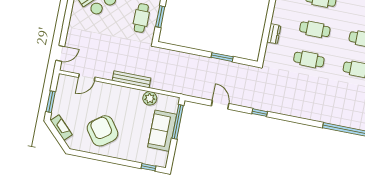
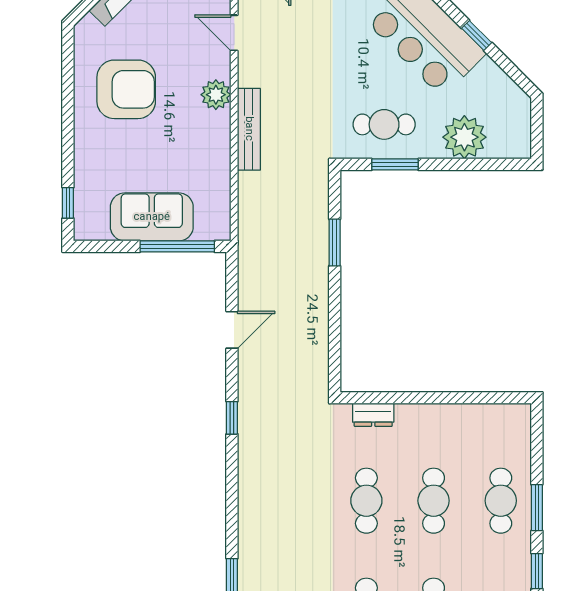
dresser: (274, 34) -> (373, 415), moved
window: (222, 57) -> (335, 242), moved
plant: (150, 98) -> (216, 95), moved
armchair: (103, 131) -> (126, 89), turned 36

